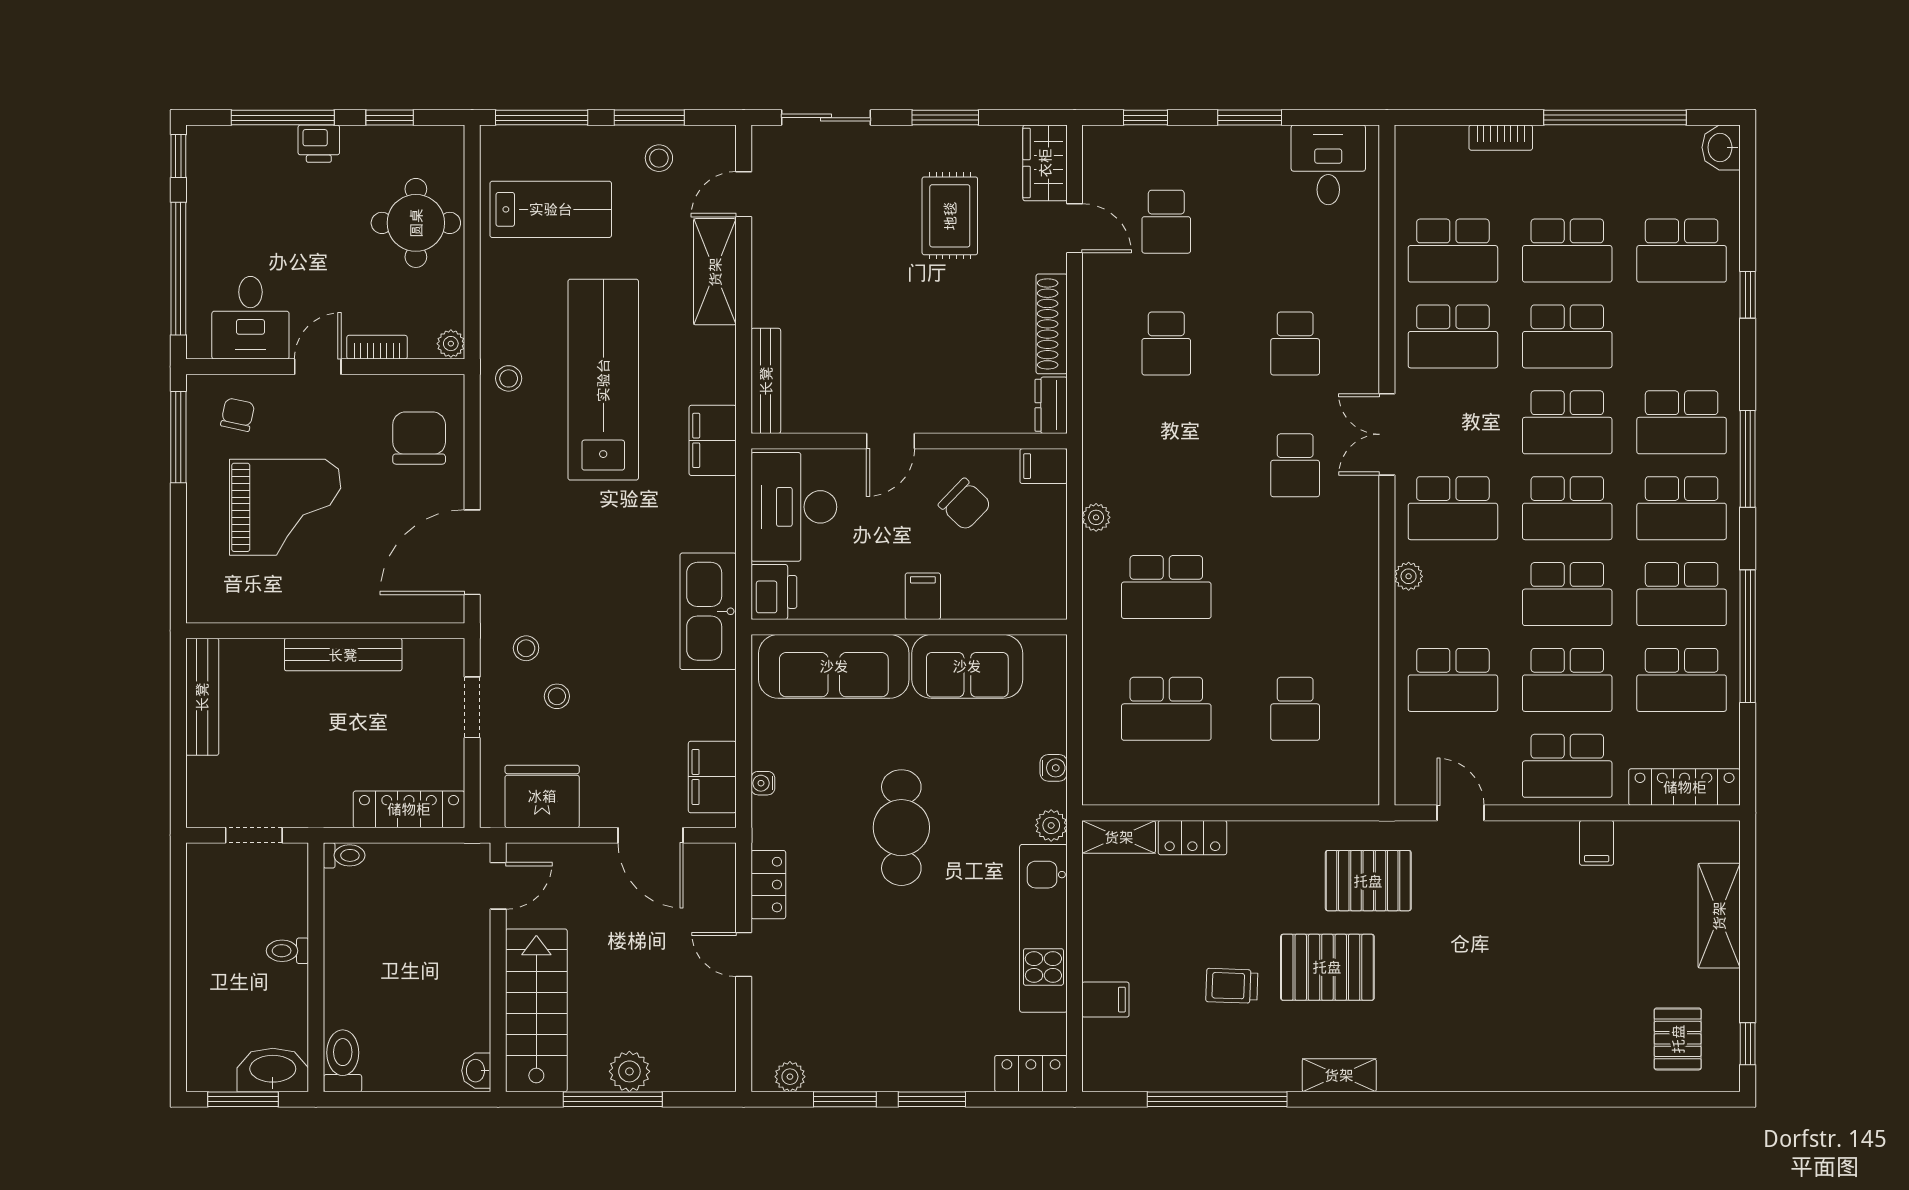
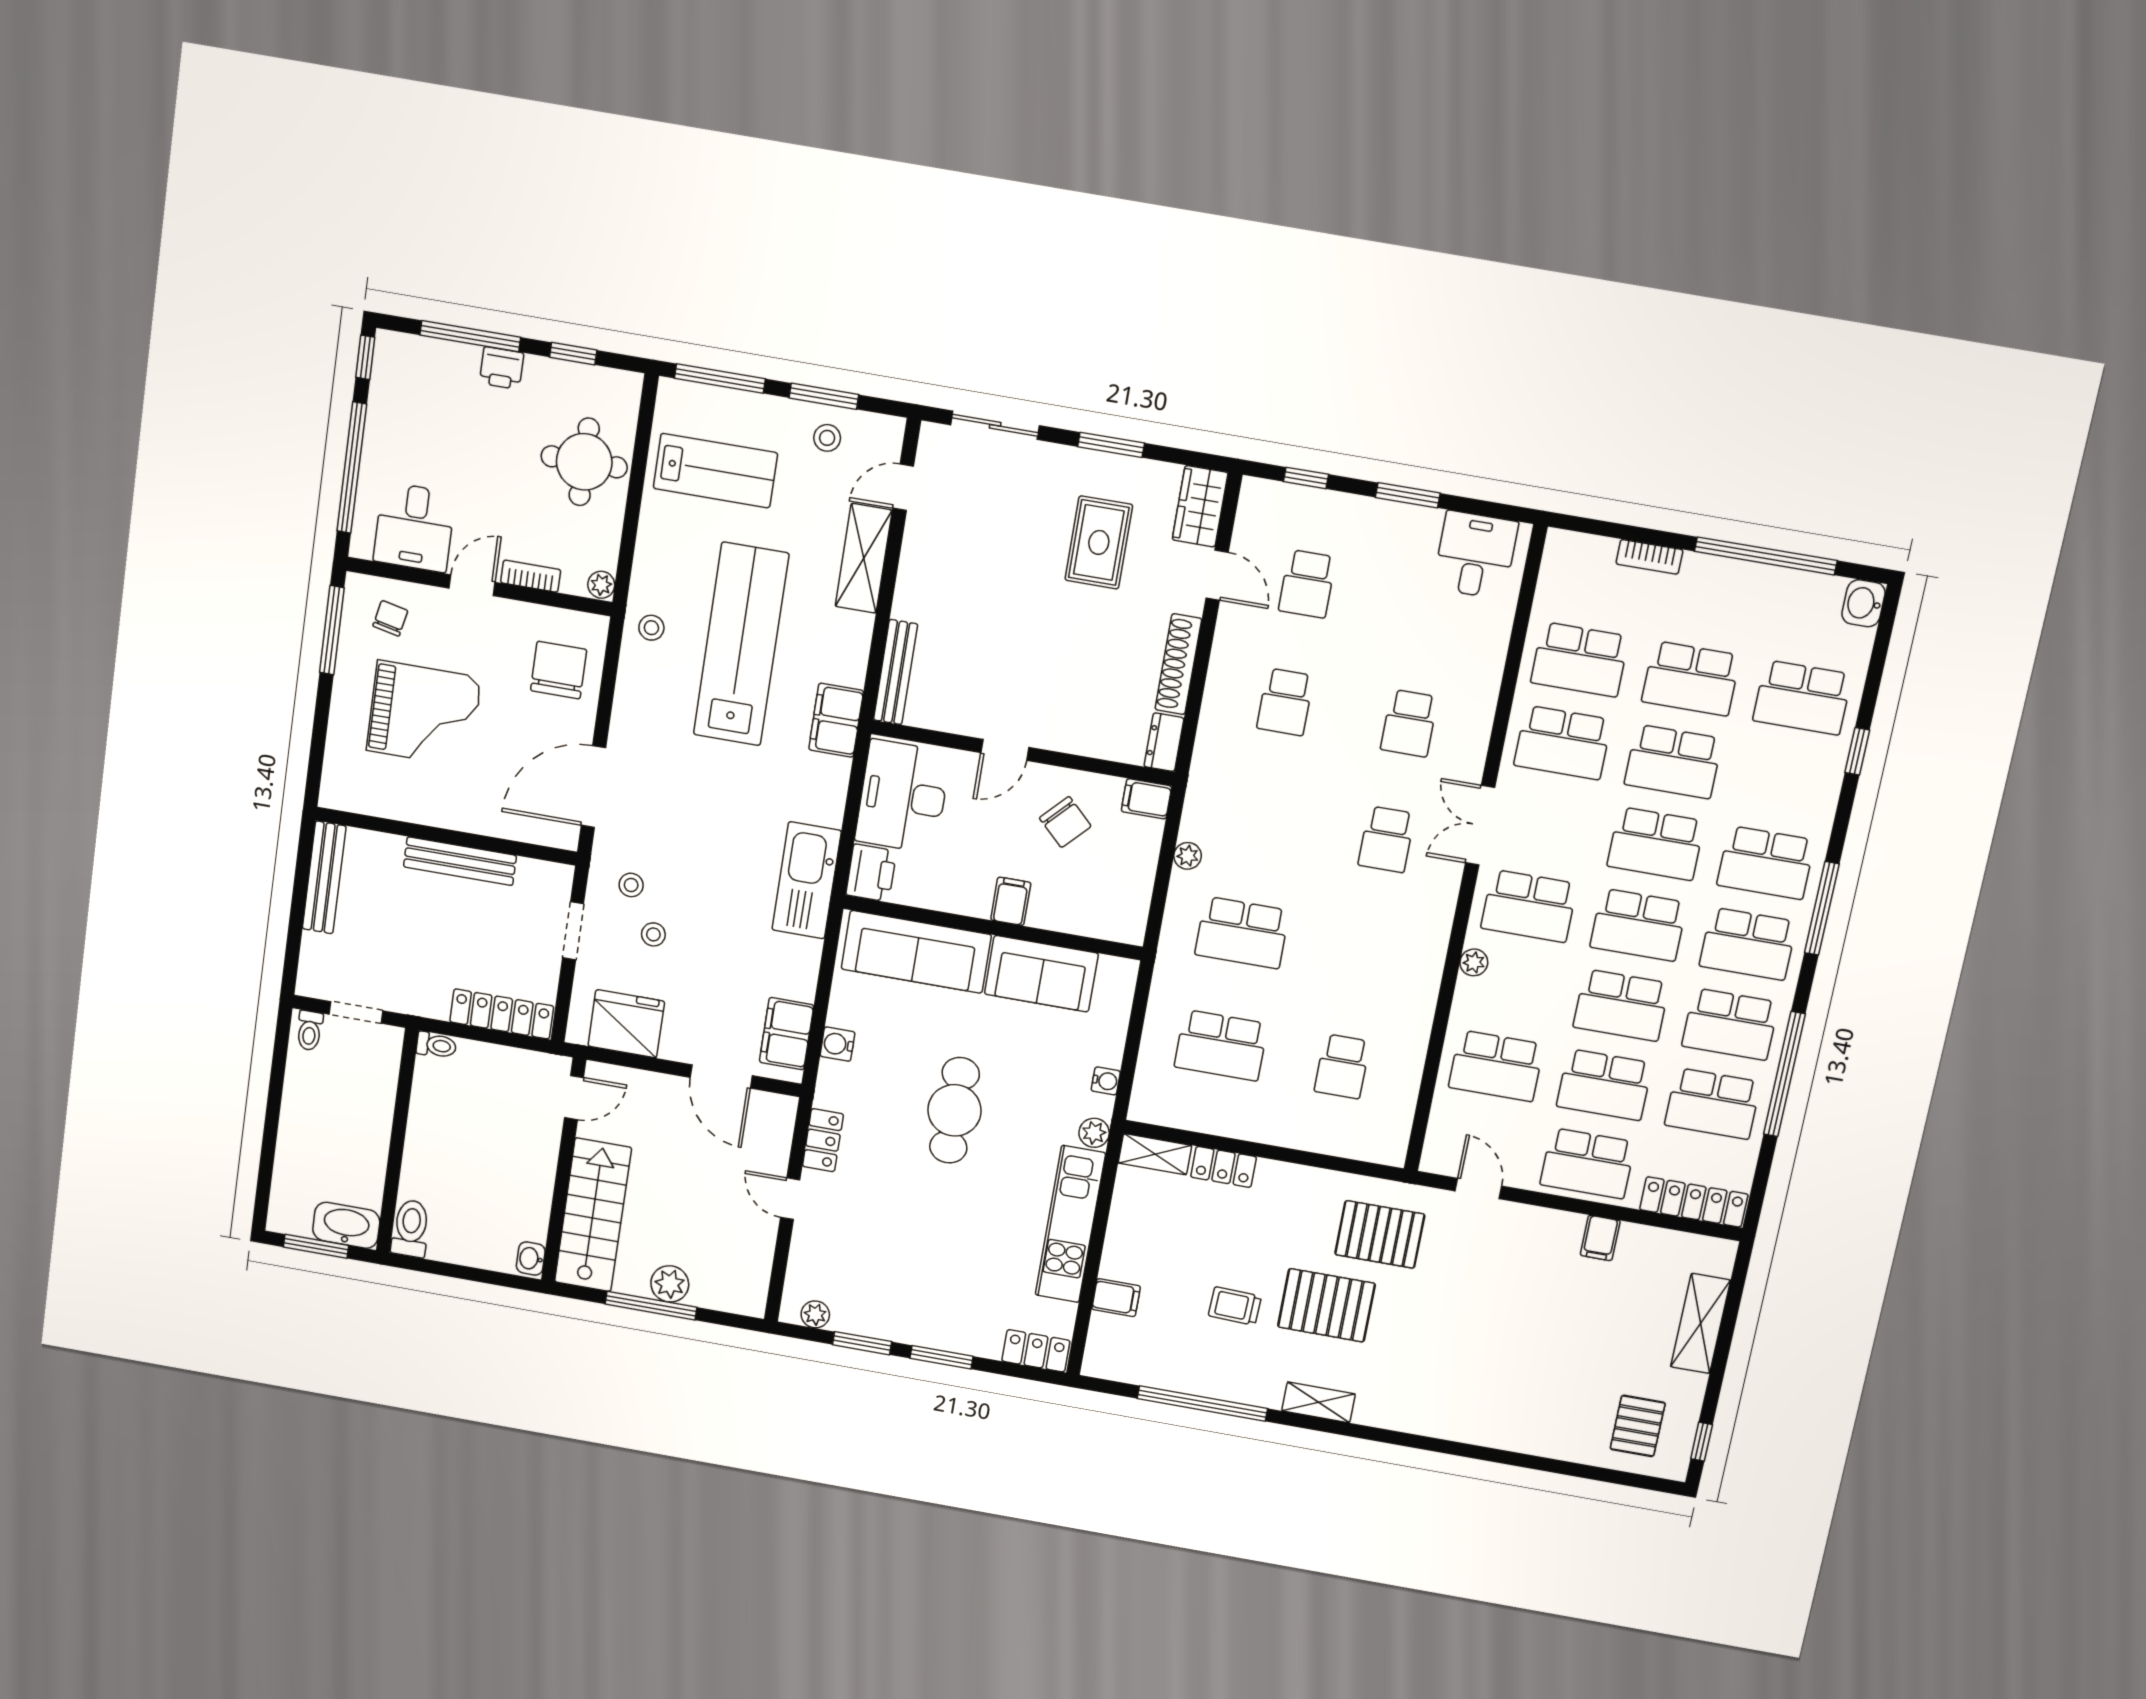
water cooler: (763, 783) -> (837, 1044), width x1.38, depth x1.38
toilet: (287, 951) -> (310, 1031), moved, turned -90

